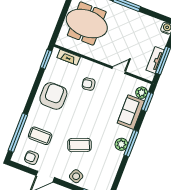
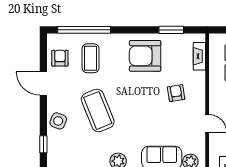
window: (46, 59) -> (171, 30), moved
armchair: (53, 96) -> (145, 56), turned 180
coffee table: (79, 145) -> (98, 110), width x1.36, depth x1.32

